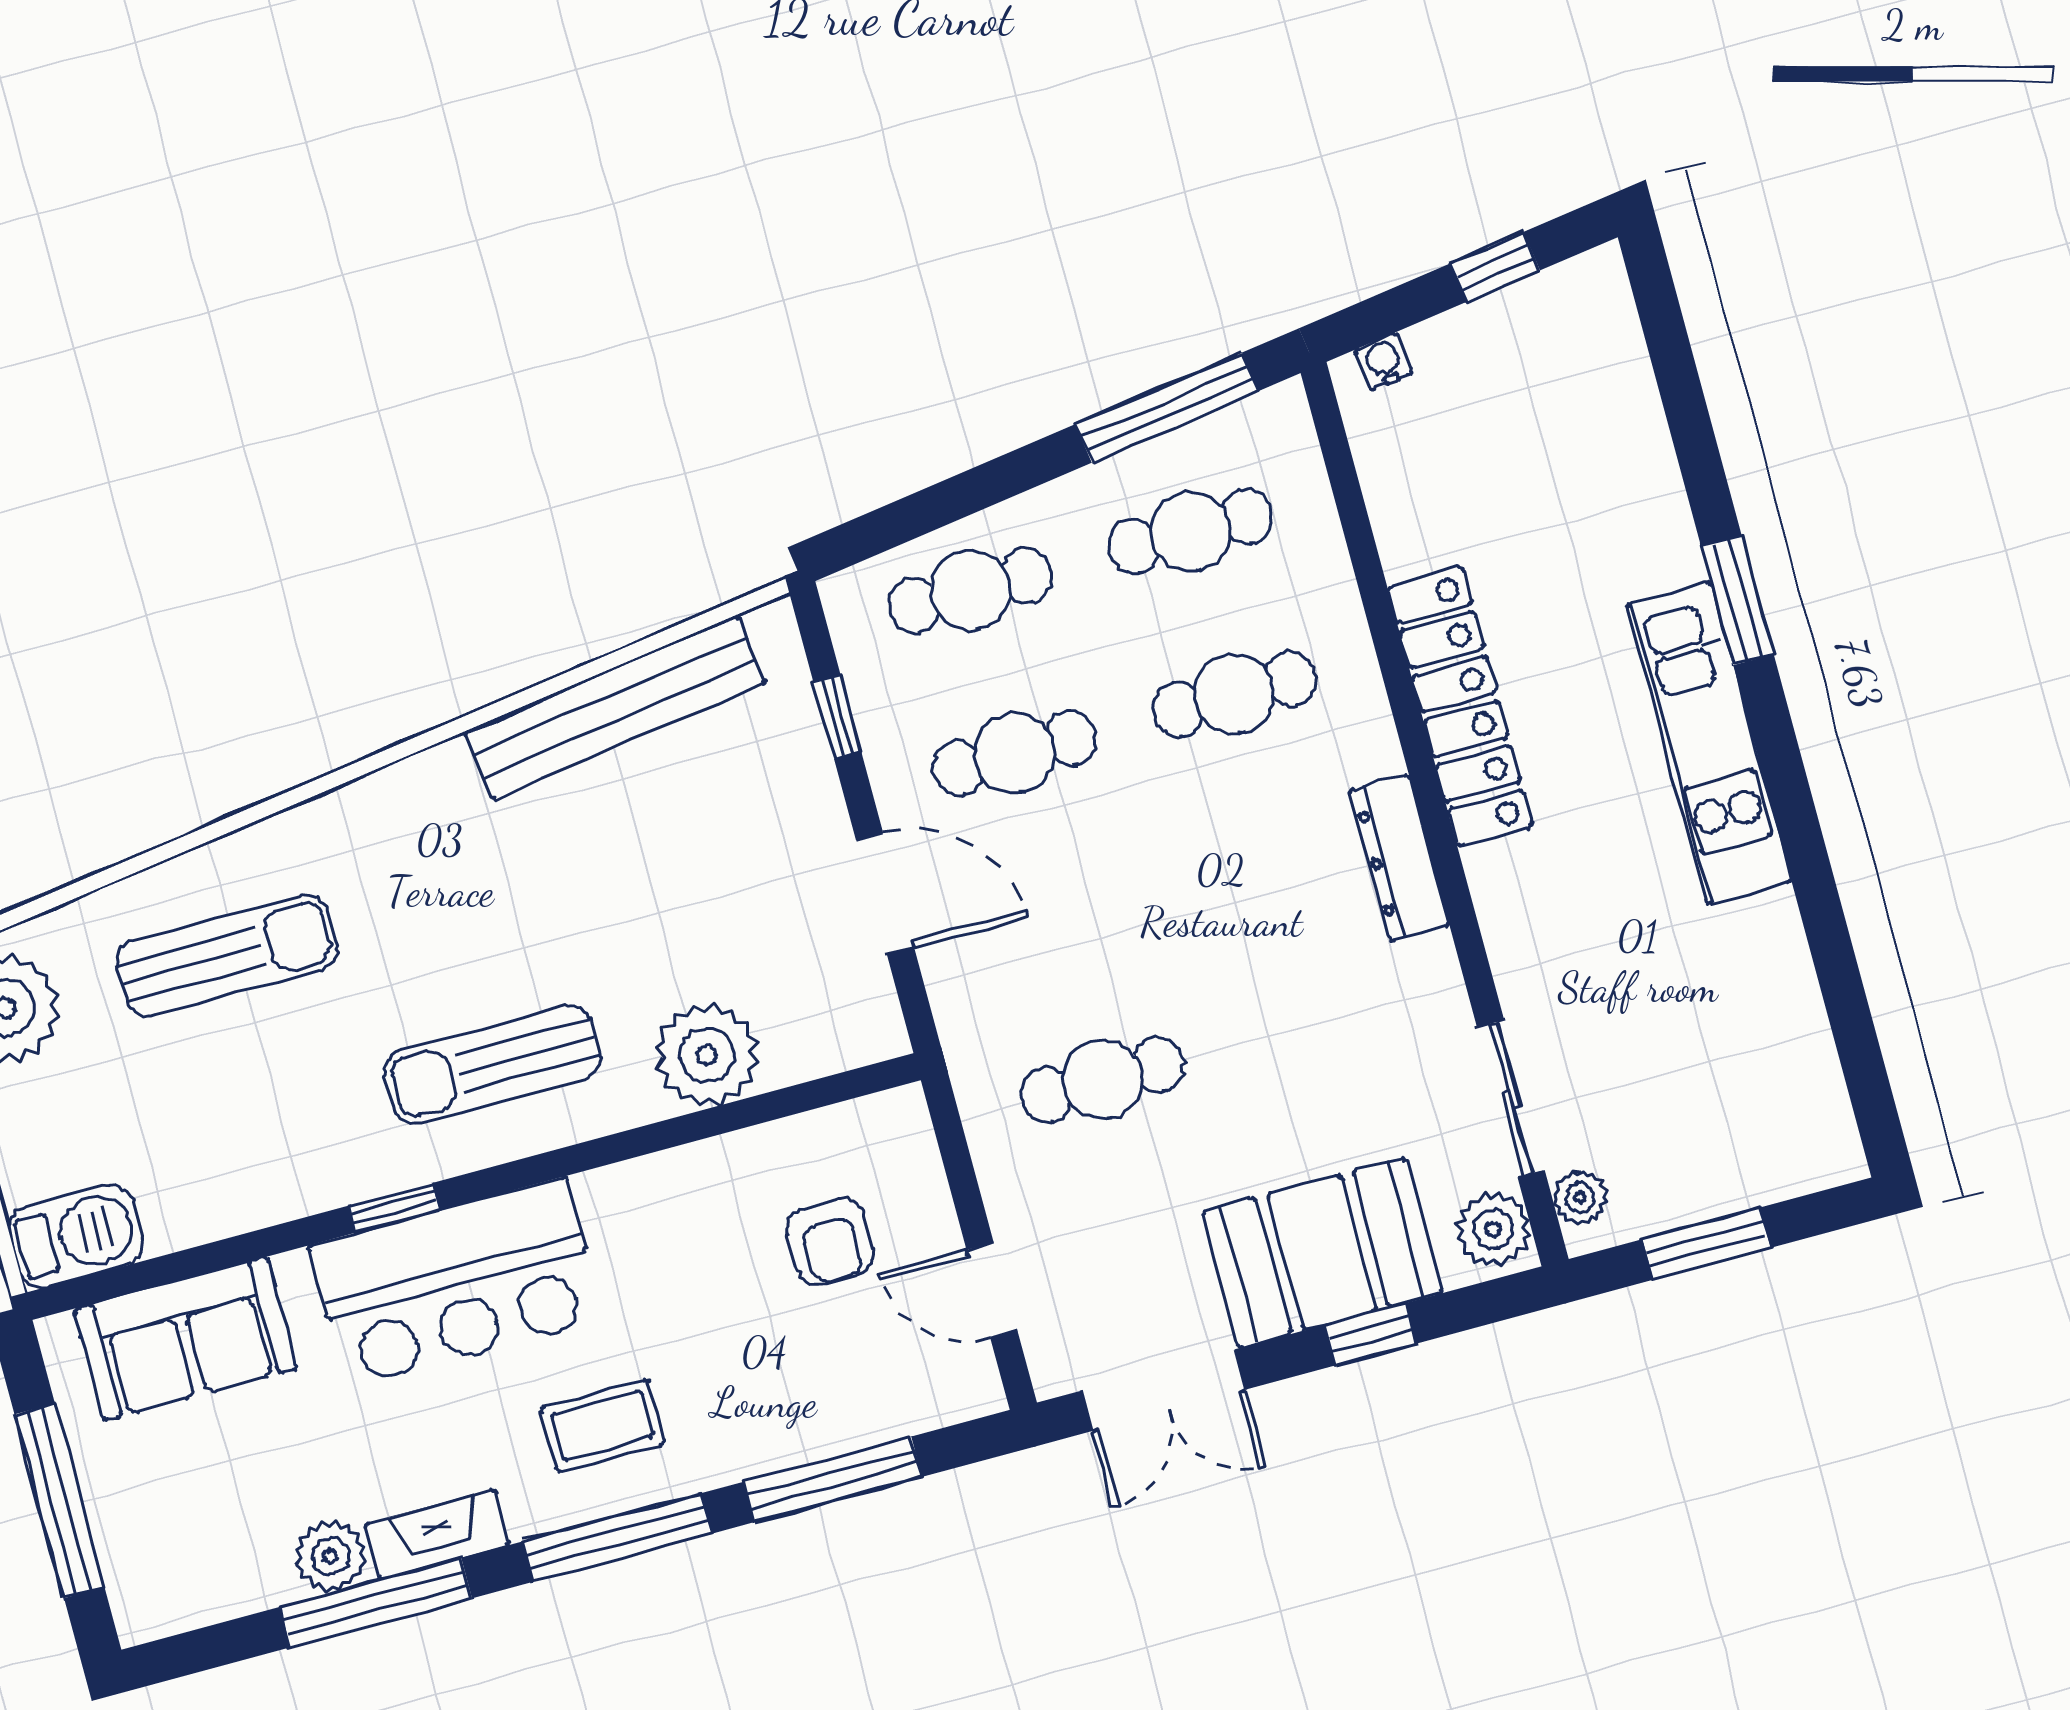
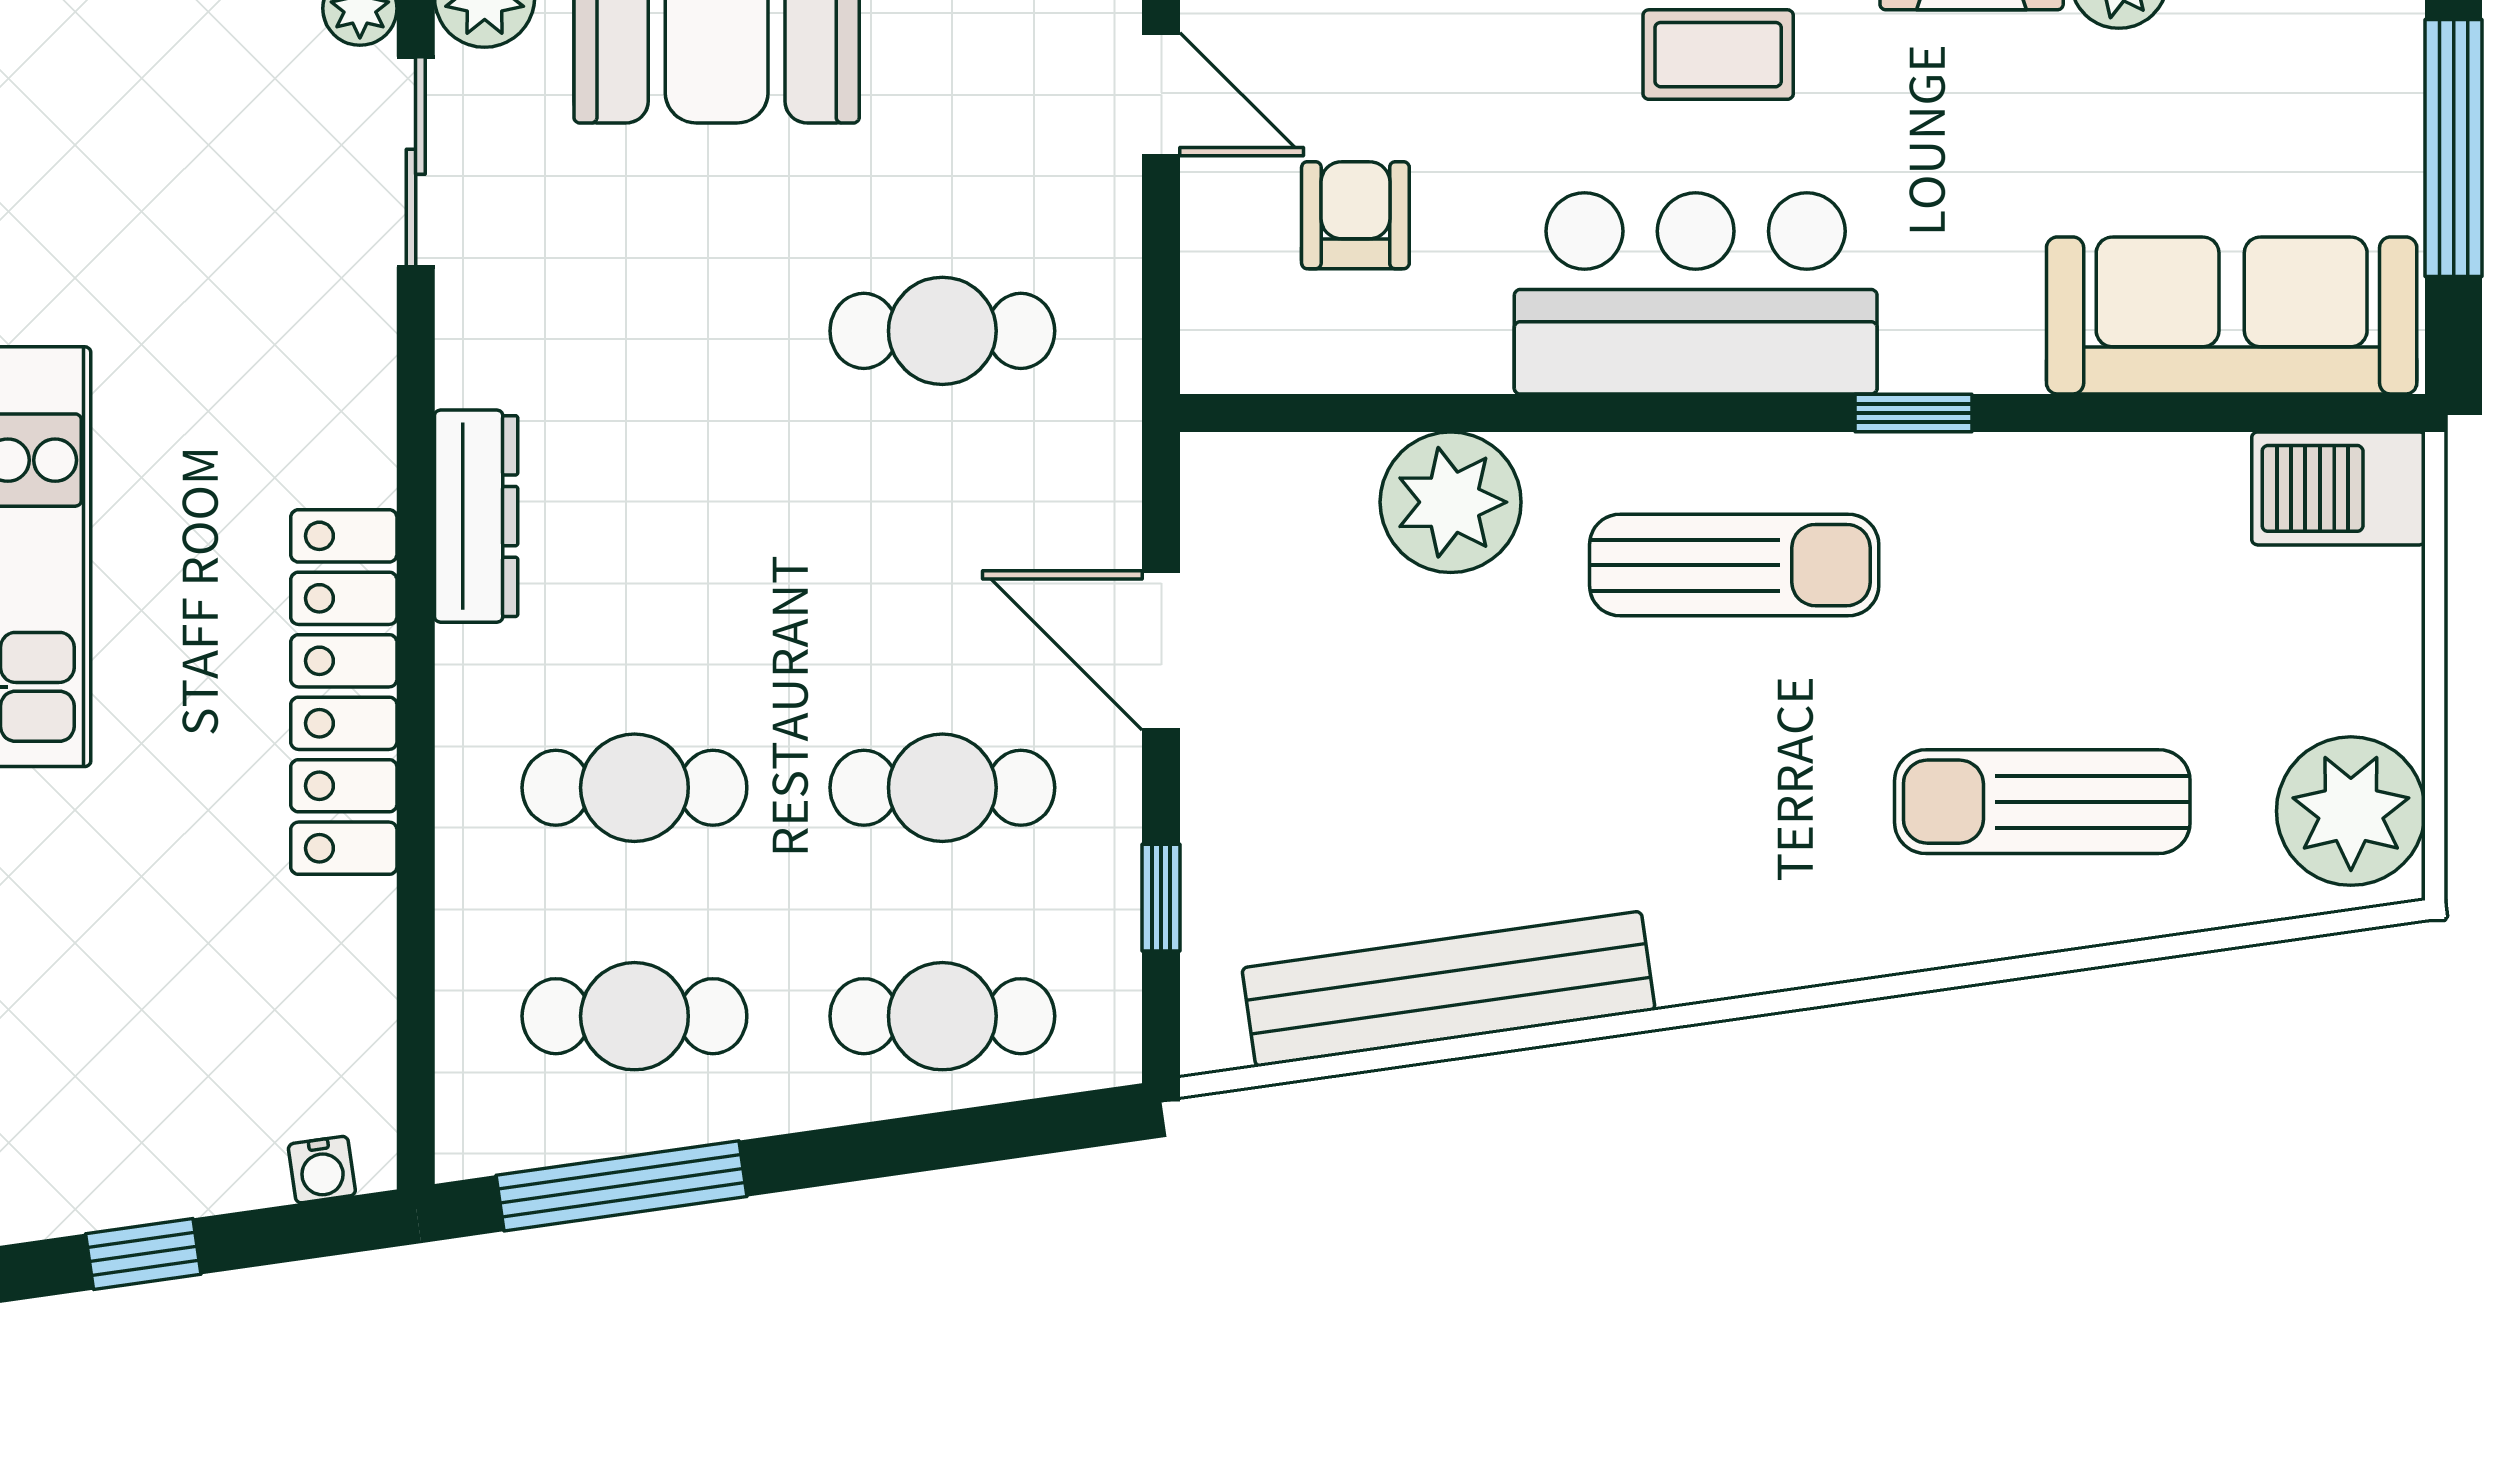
bar counter: (457, 1282) -> (1696, 293), moved
sofa: (186, 1339) -> (2232, 315), width x1.36

